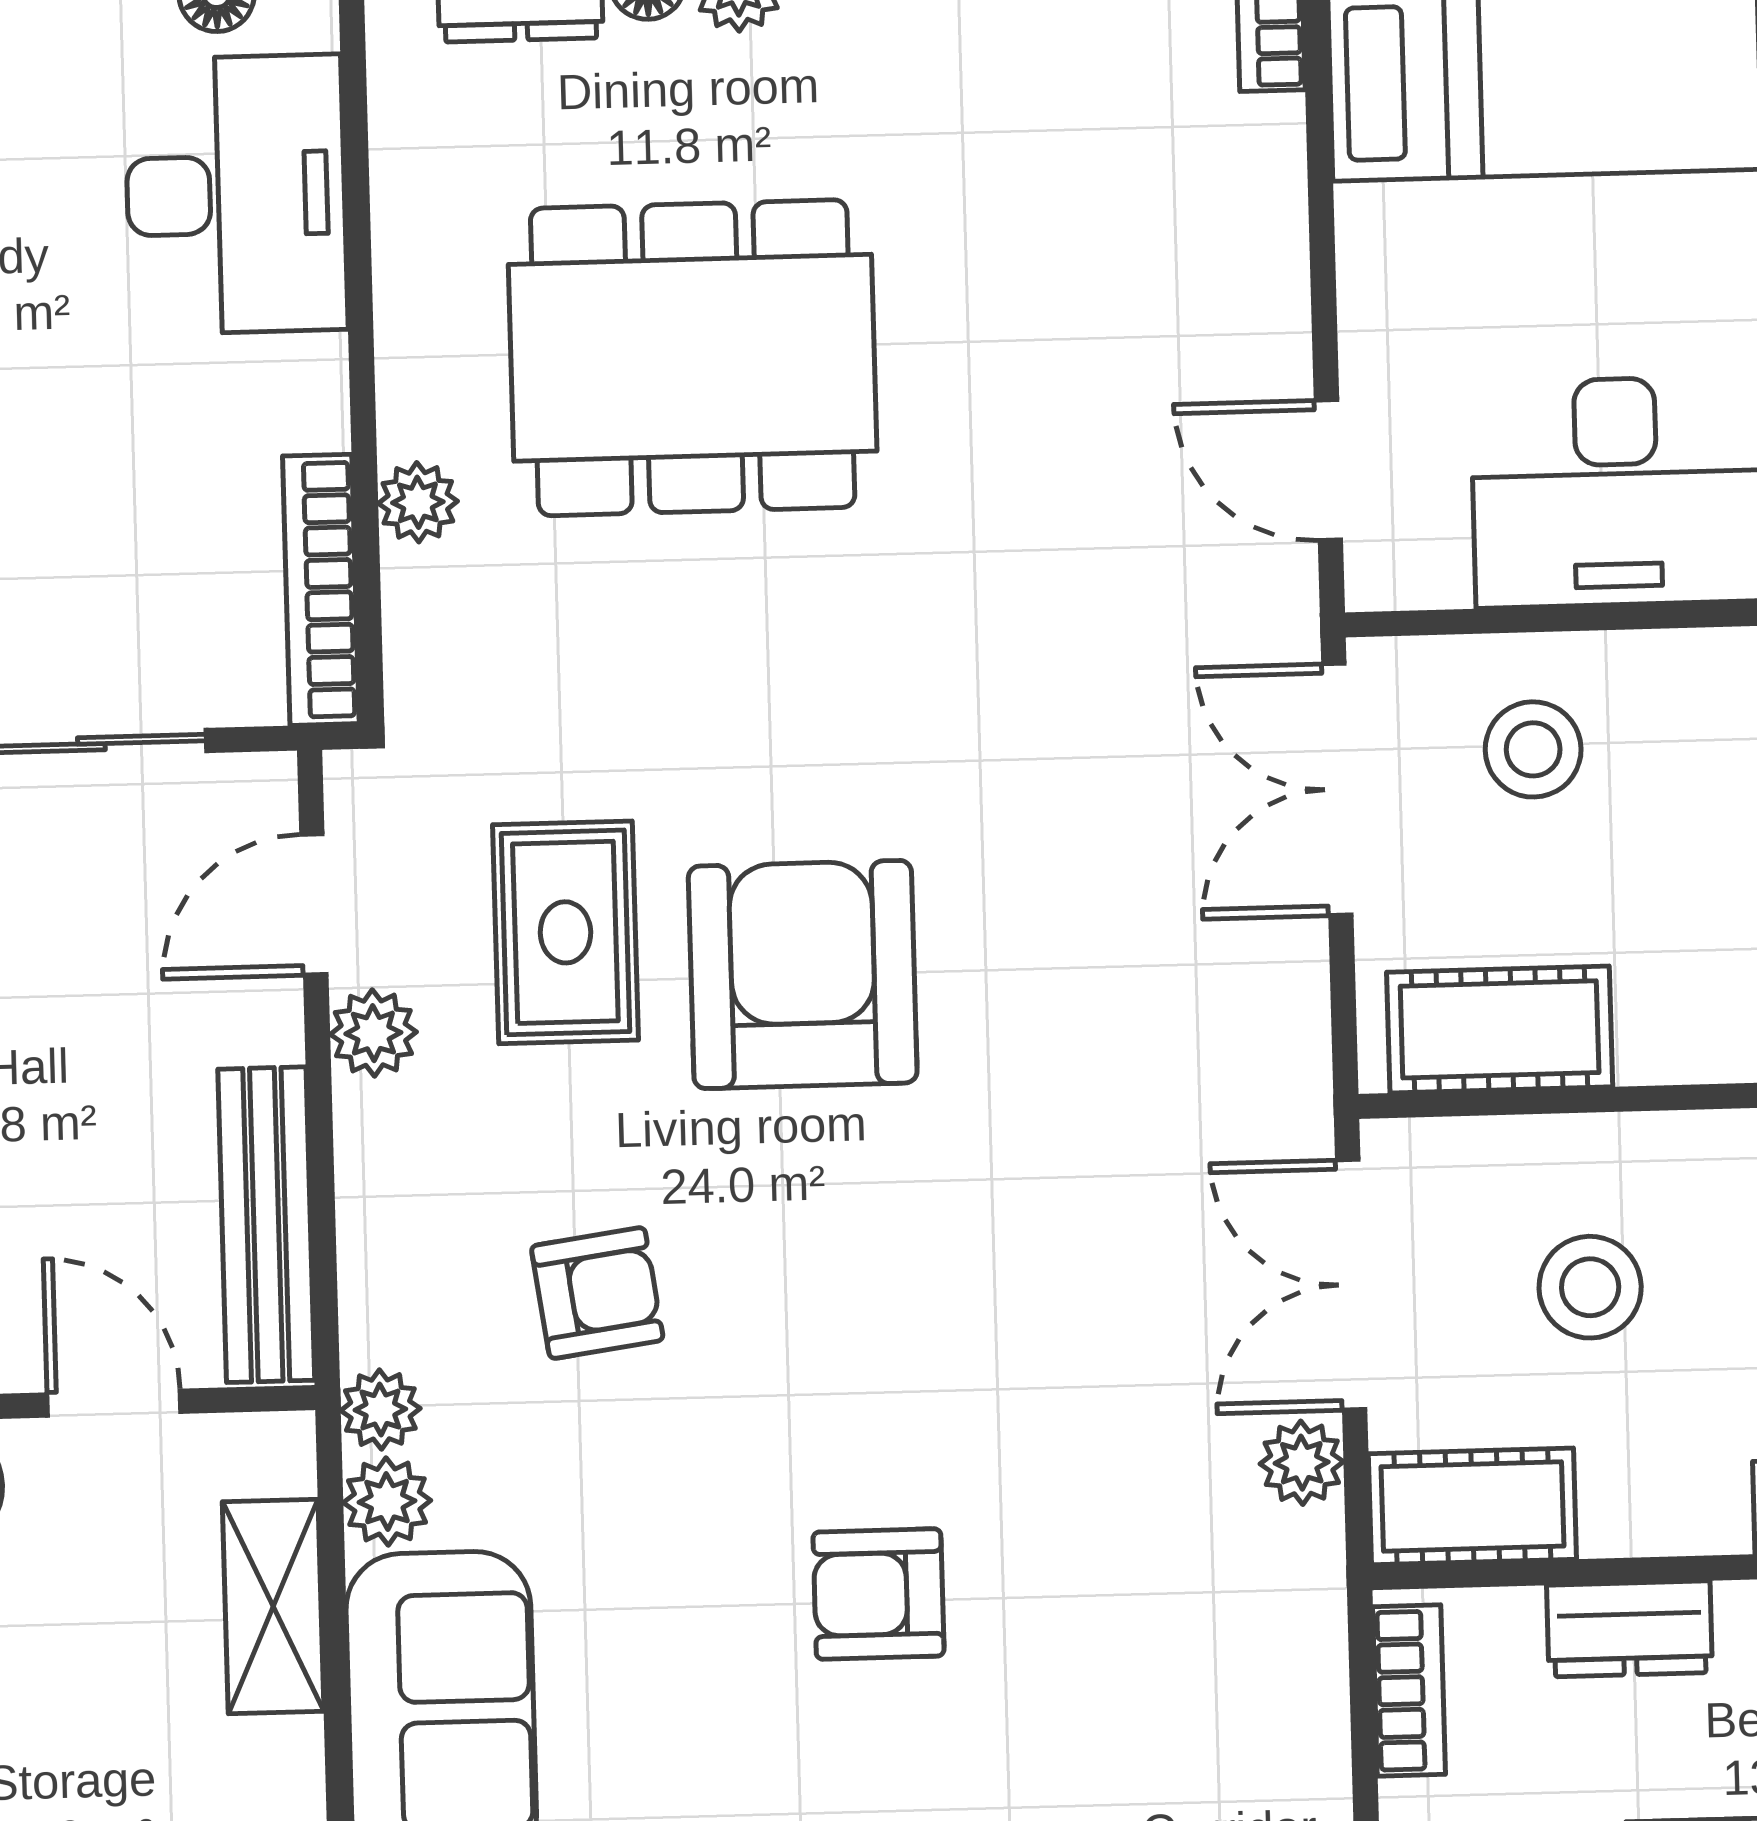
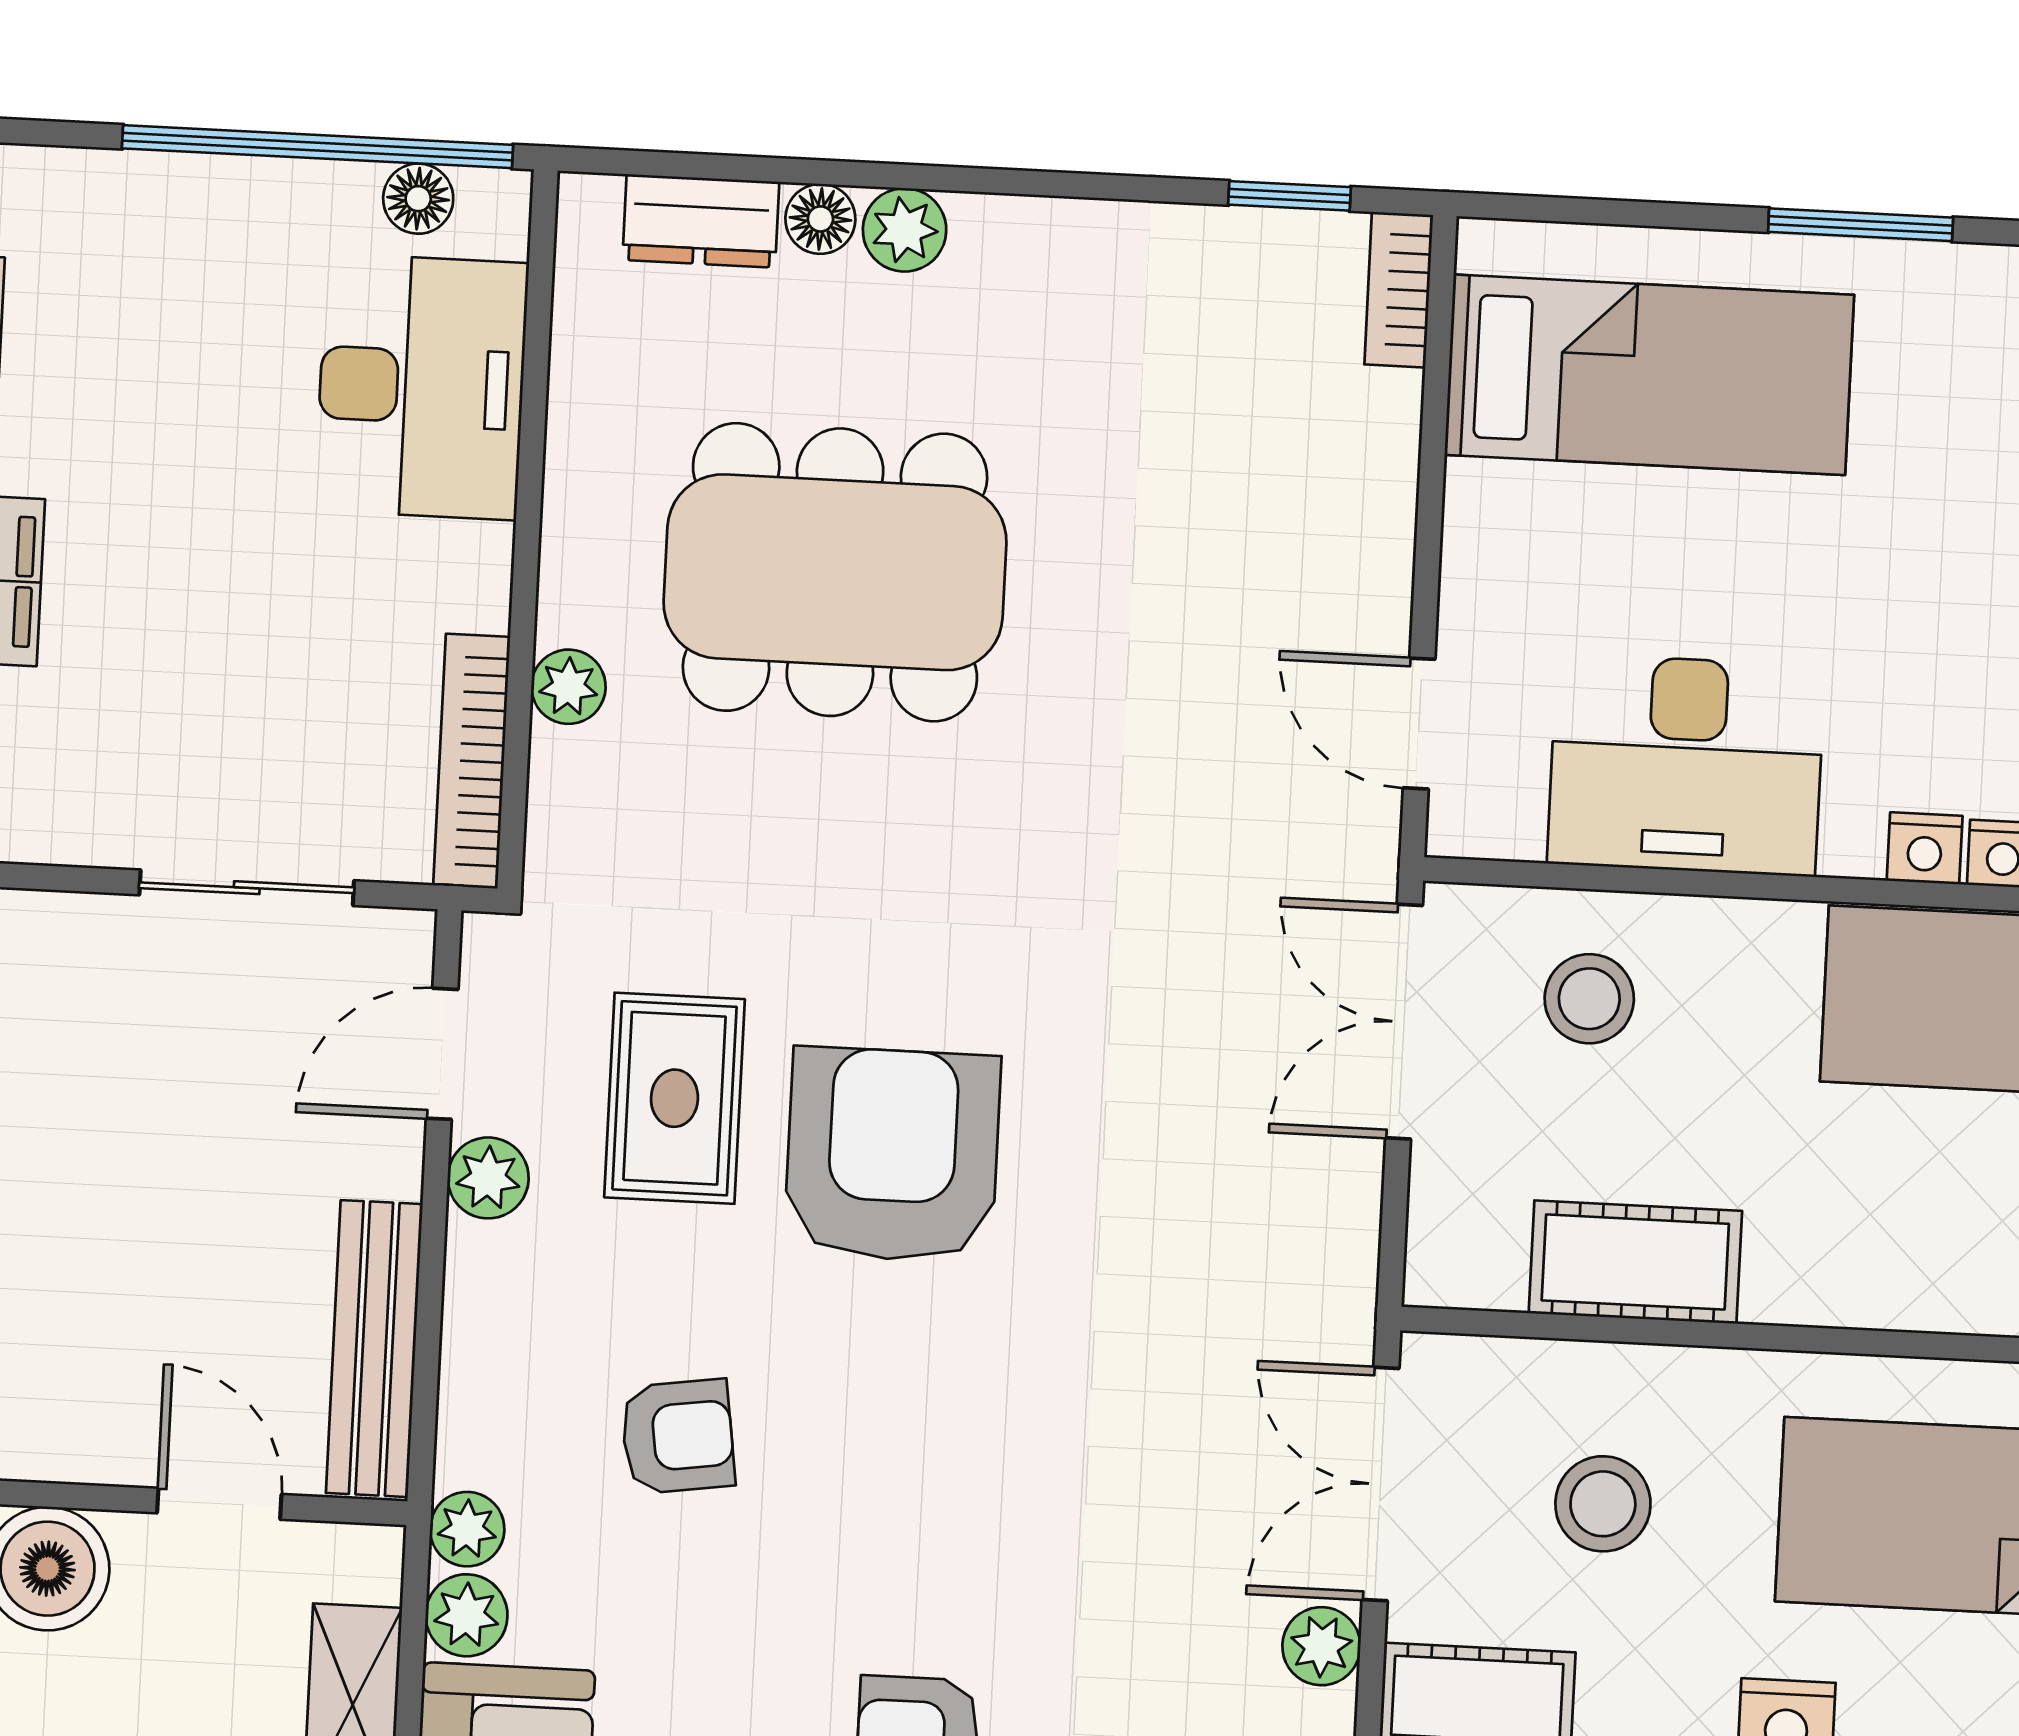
cot: (1500, 1029) -> (1635, 1262), moved

